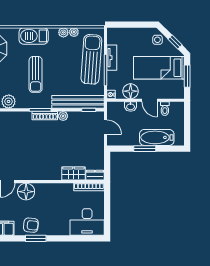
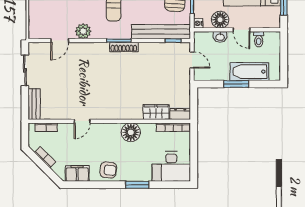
plant: (63, 116) -> (144, 48), removed
floor lamp: (26, 192) -> (131, 132), moved
window: (36, 238) -> (137, 185), moved

